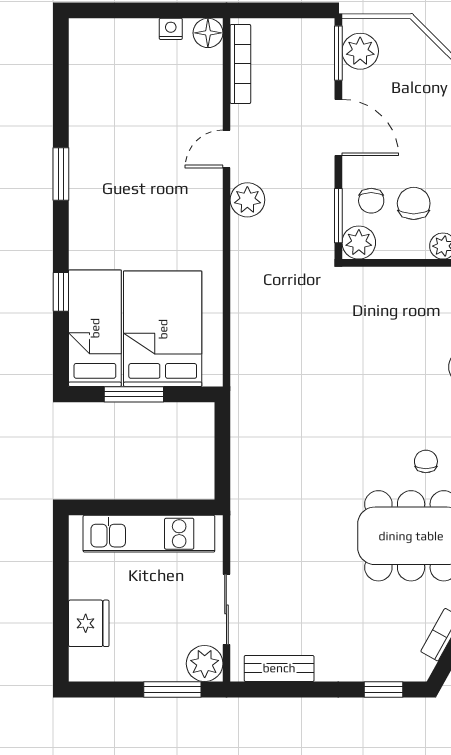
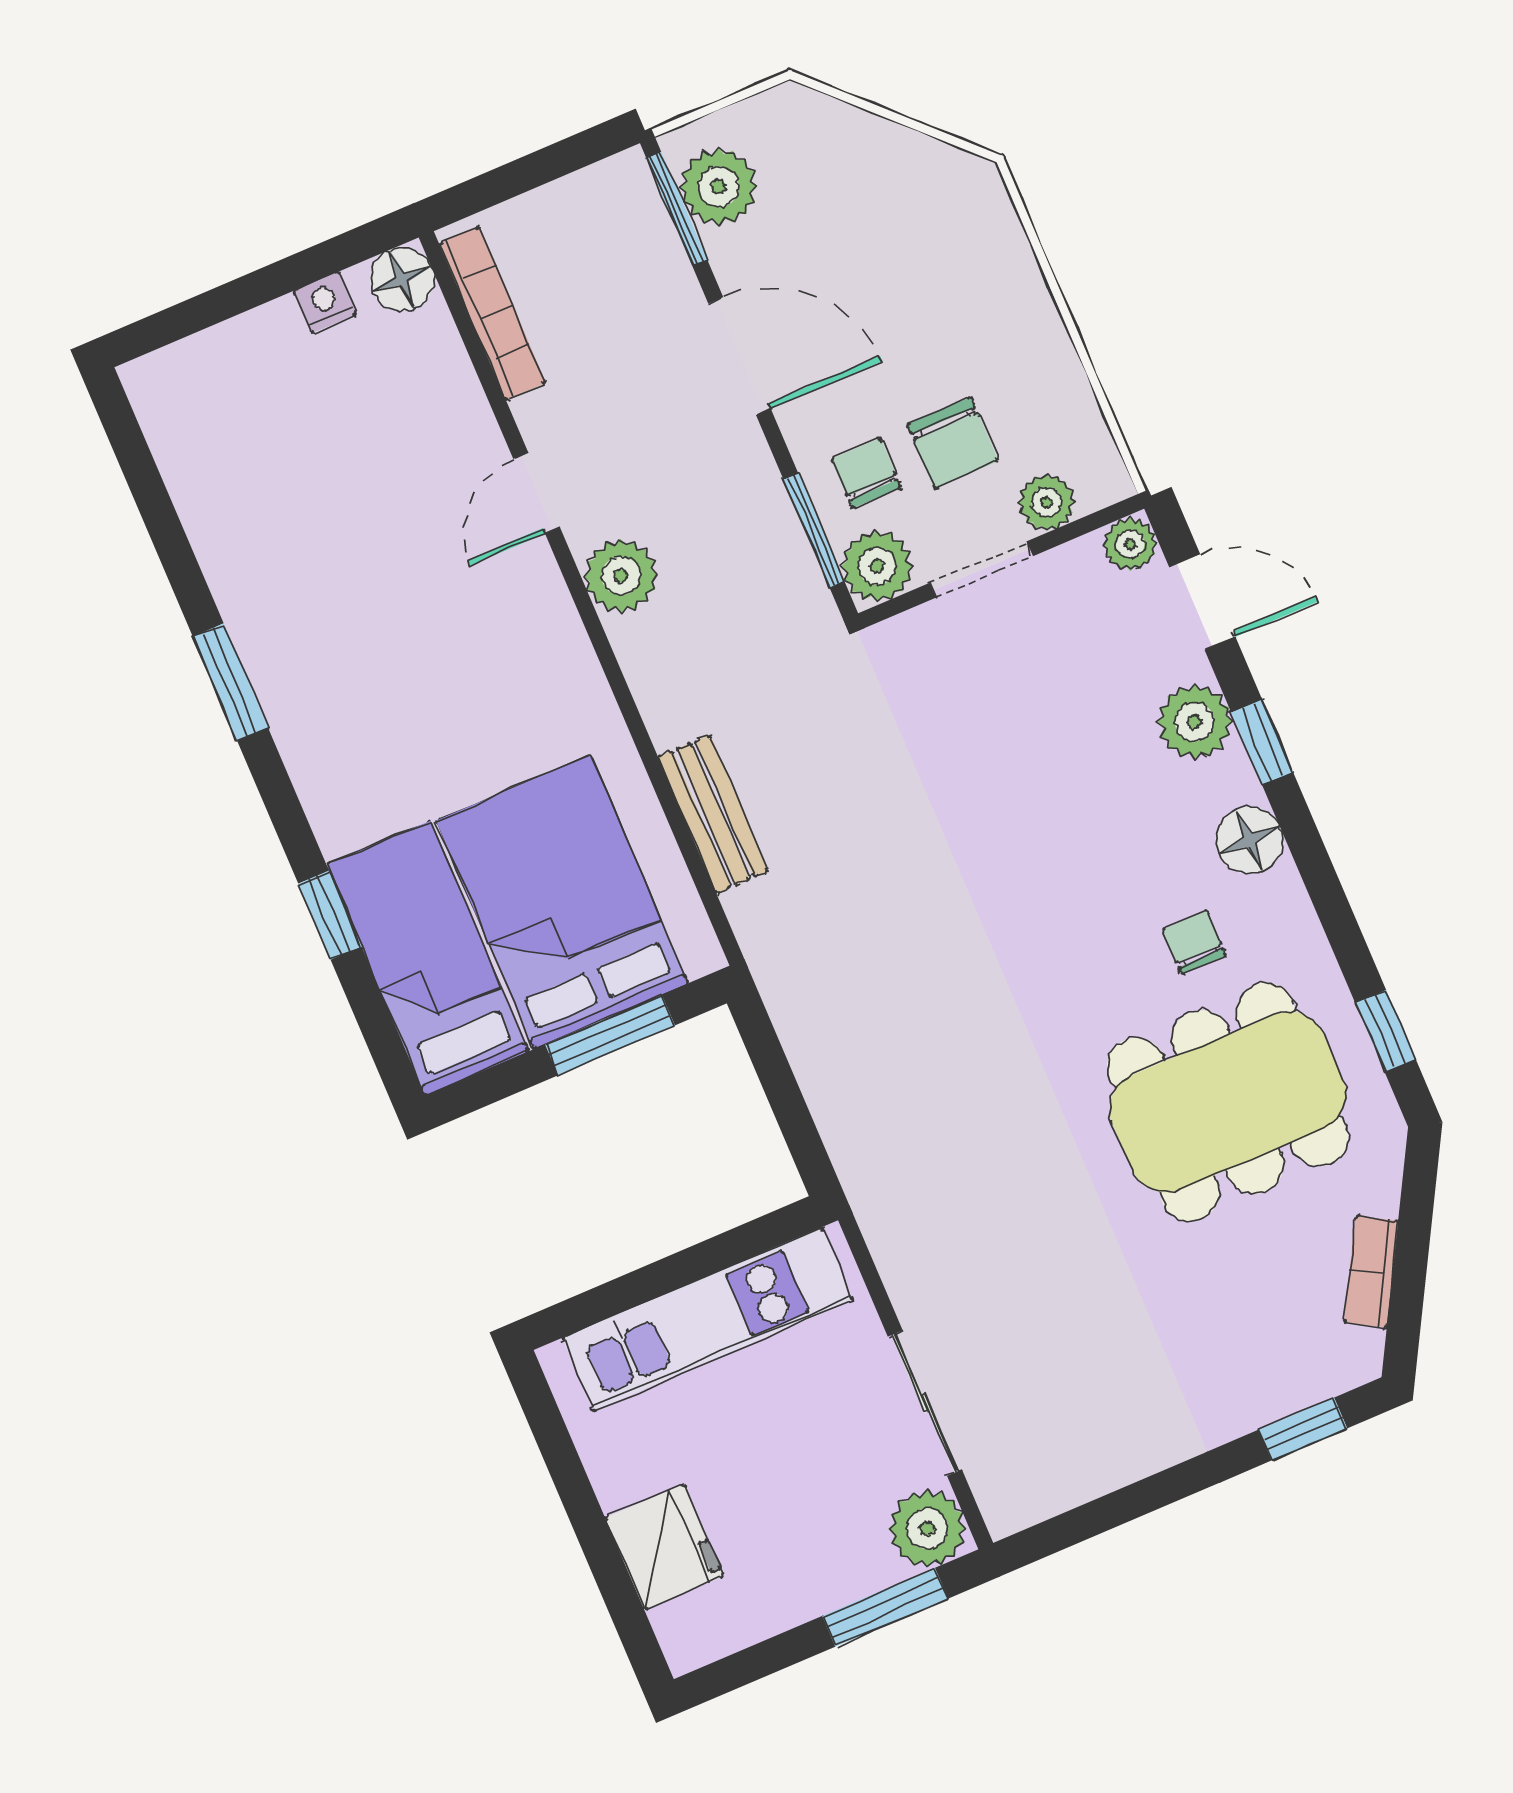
chair: (371, 201) -> (866, 473), turned 180
chair: (414, 203) -> (953, 443), turned 180
doorway: (403, 263) -> (981, 570), added
window: (134, 394) -> (610, 1035), moved
bench: (279, 668) -> (713, 814), moved, turned 90

